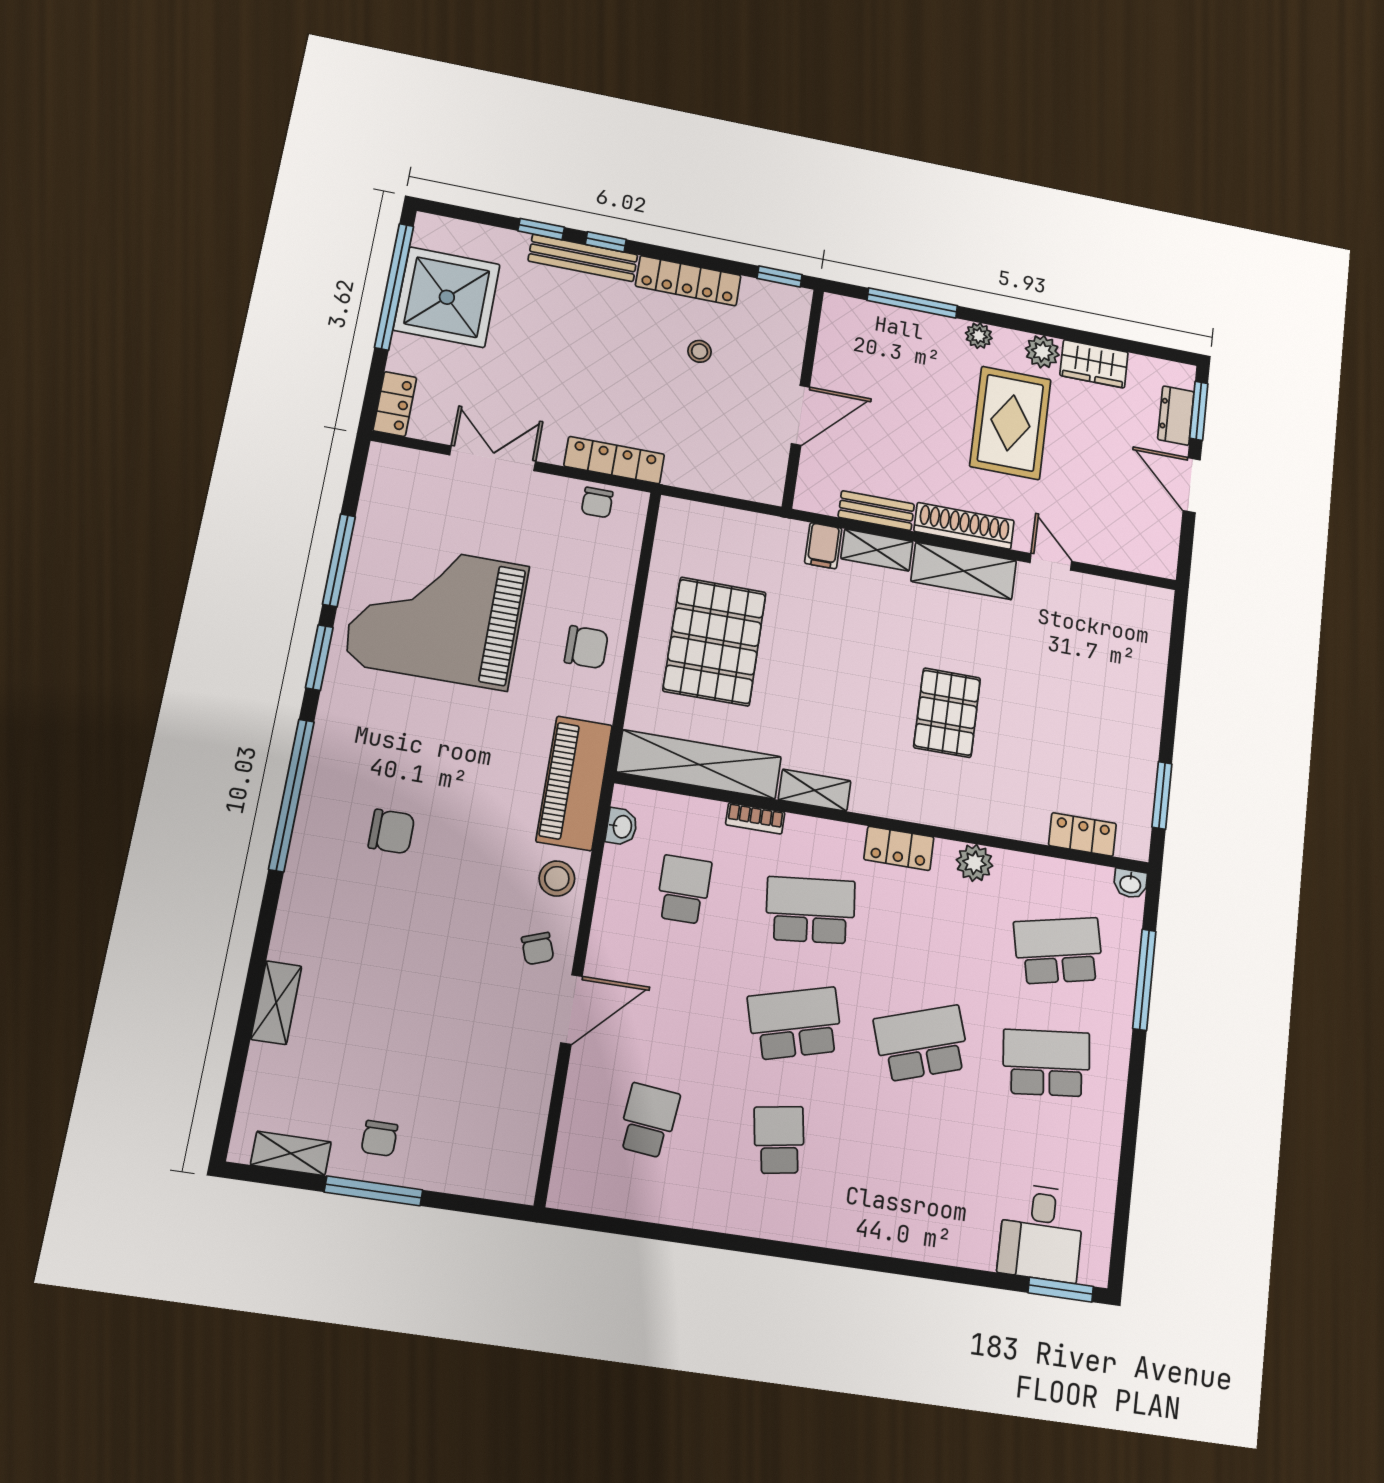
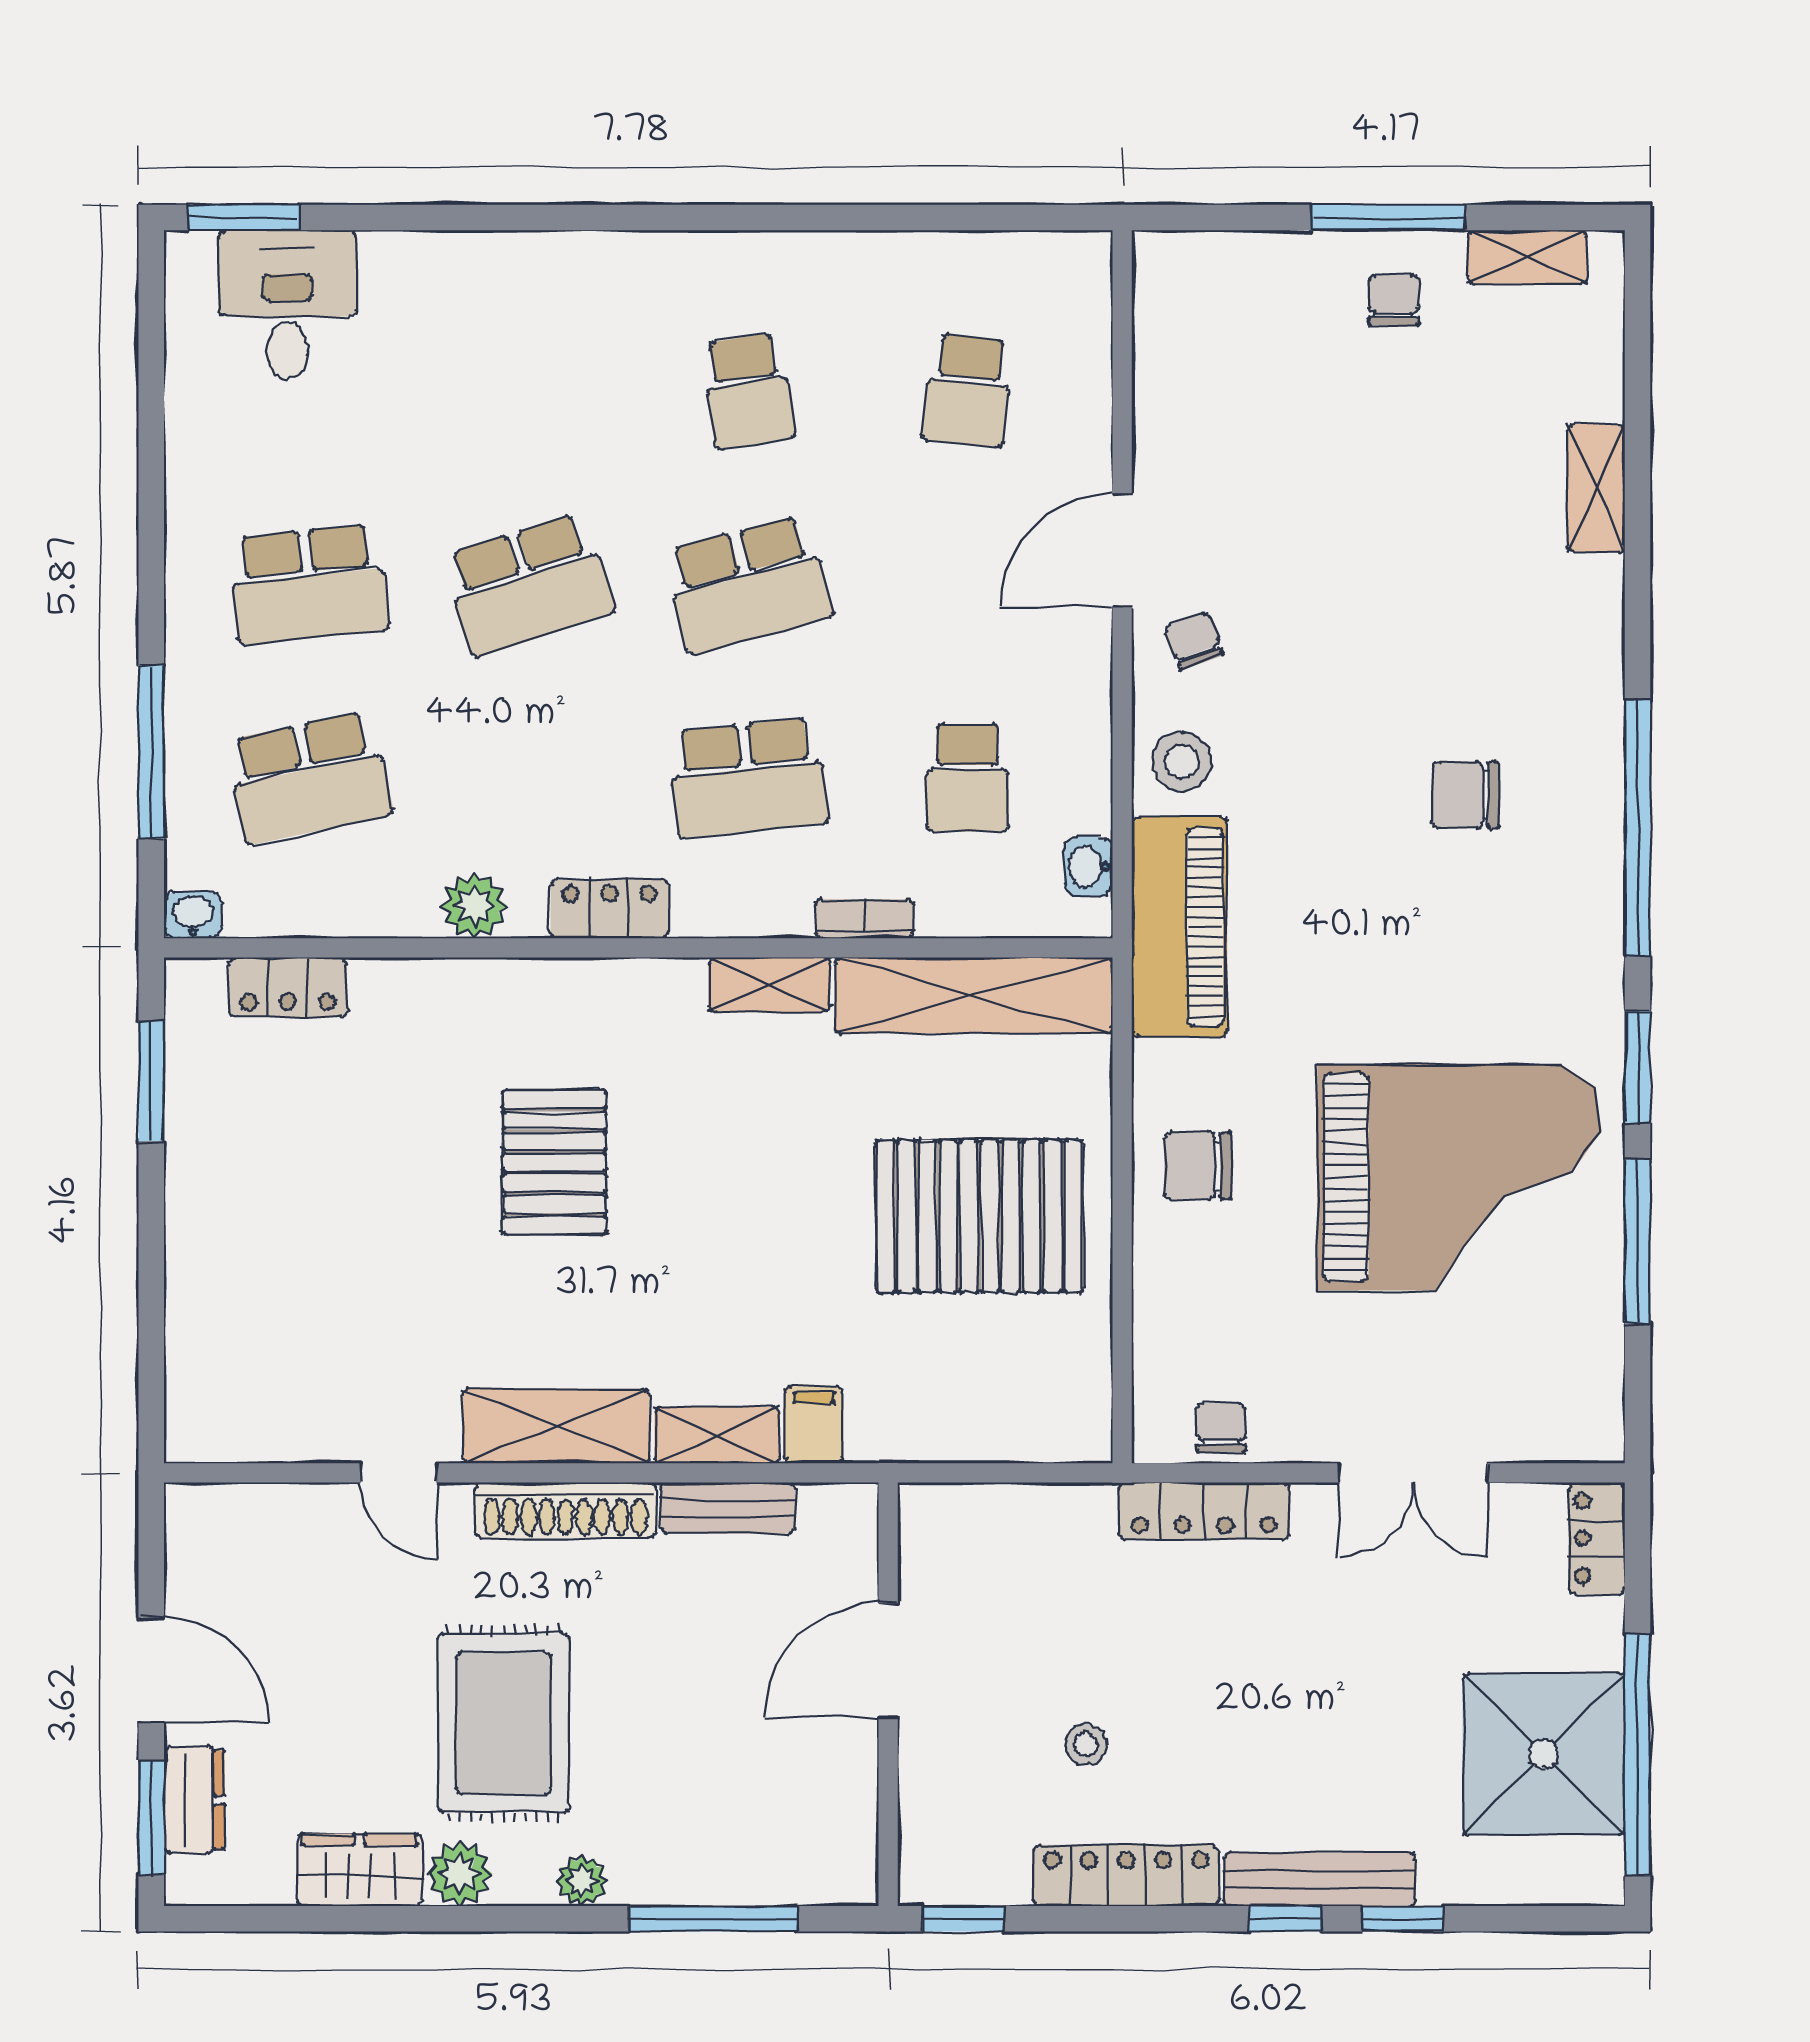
pallet: (715, 641) -> (979, 1216), turned 90

